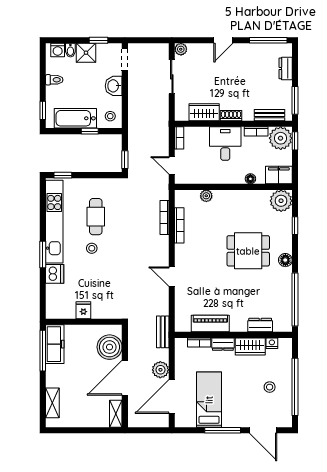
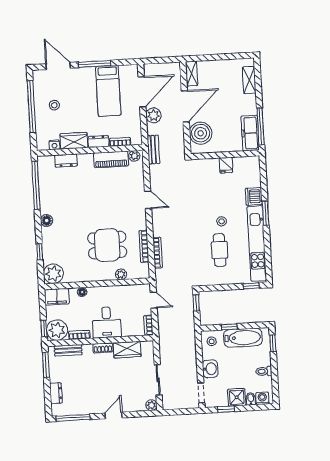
dining table: (248, 251) -> (107, 245), moved
plant: (184, 326) -> (134, 156), added

